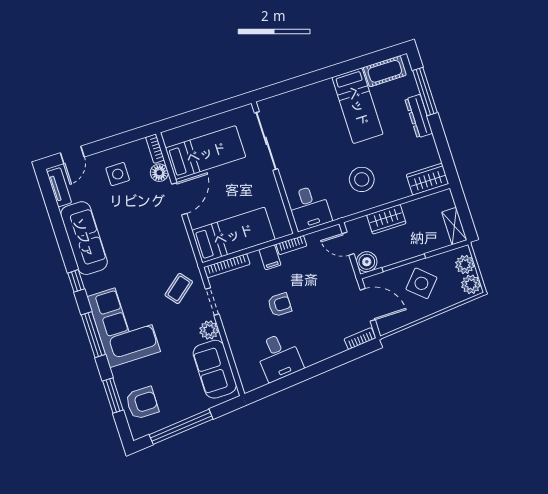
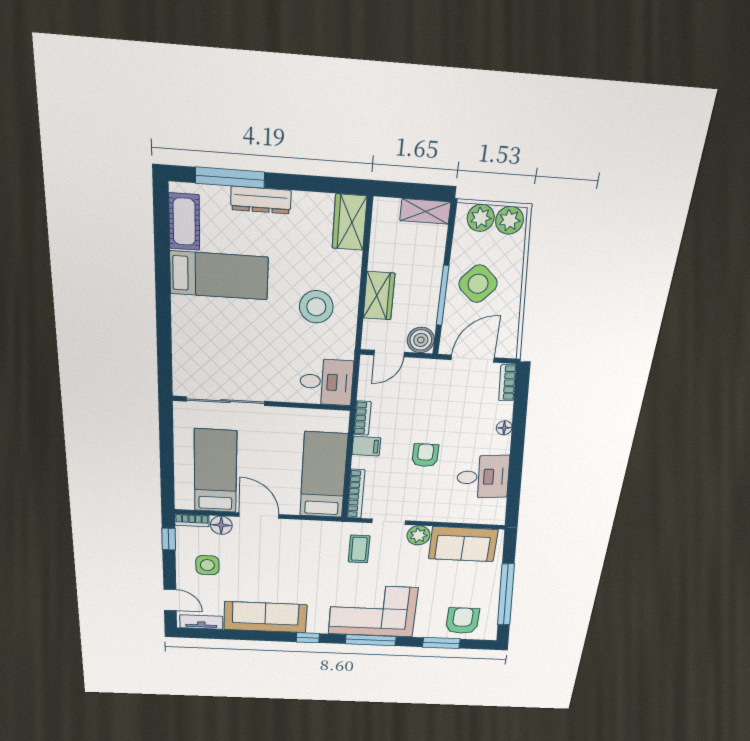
window: (131, 136) -> (169, 539), added
coffee table: (179, 288) -> (359, 549), turned 39
floor lamp: (325, 353) -> (504, 428), added

